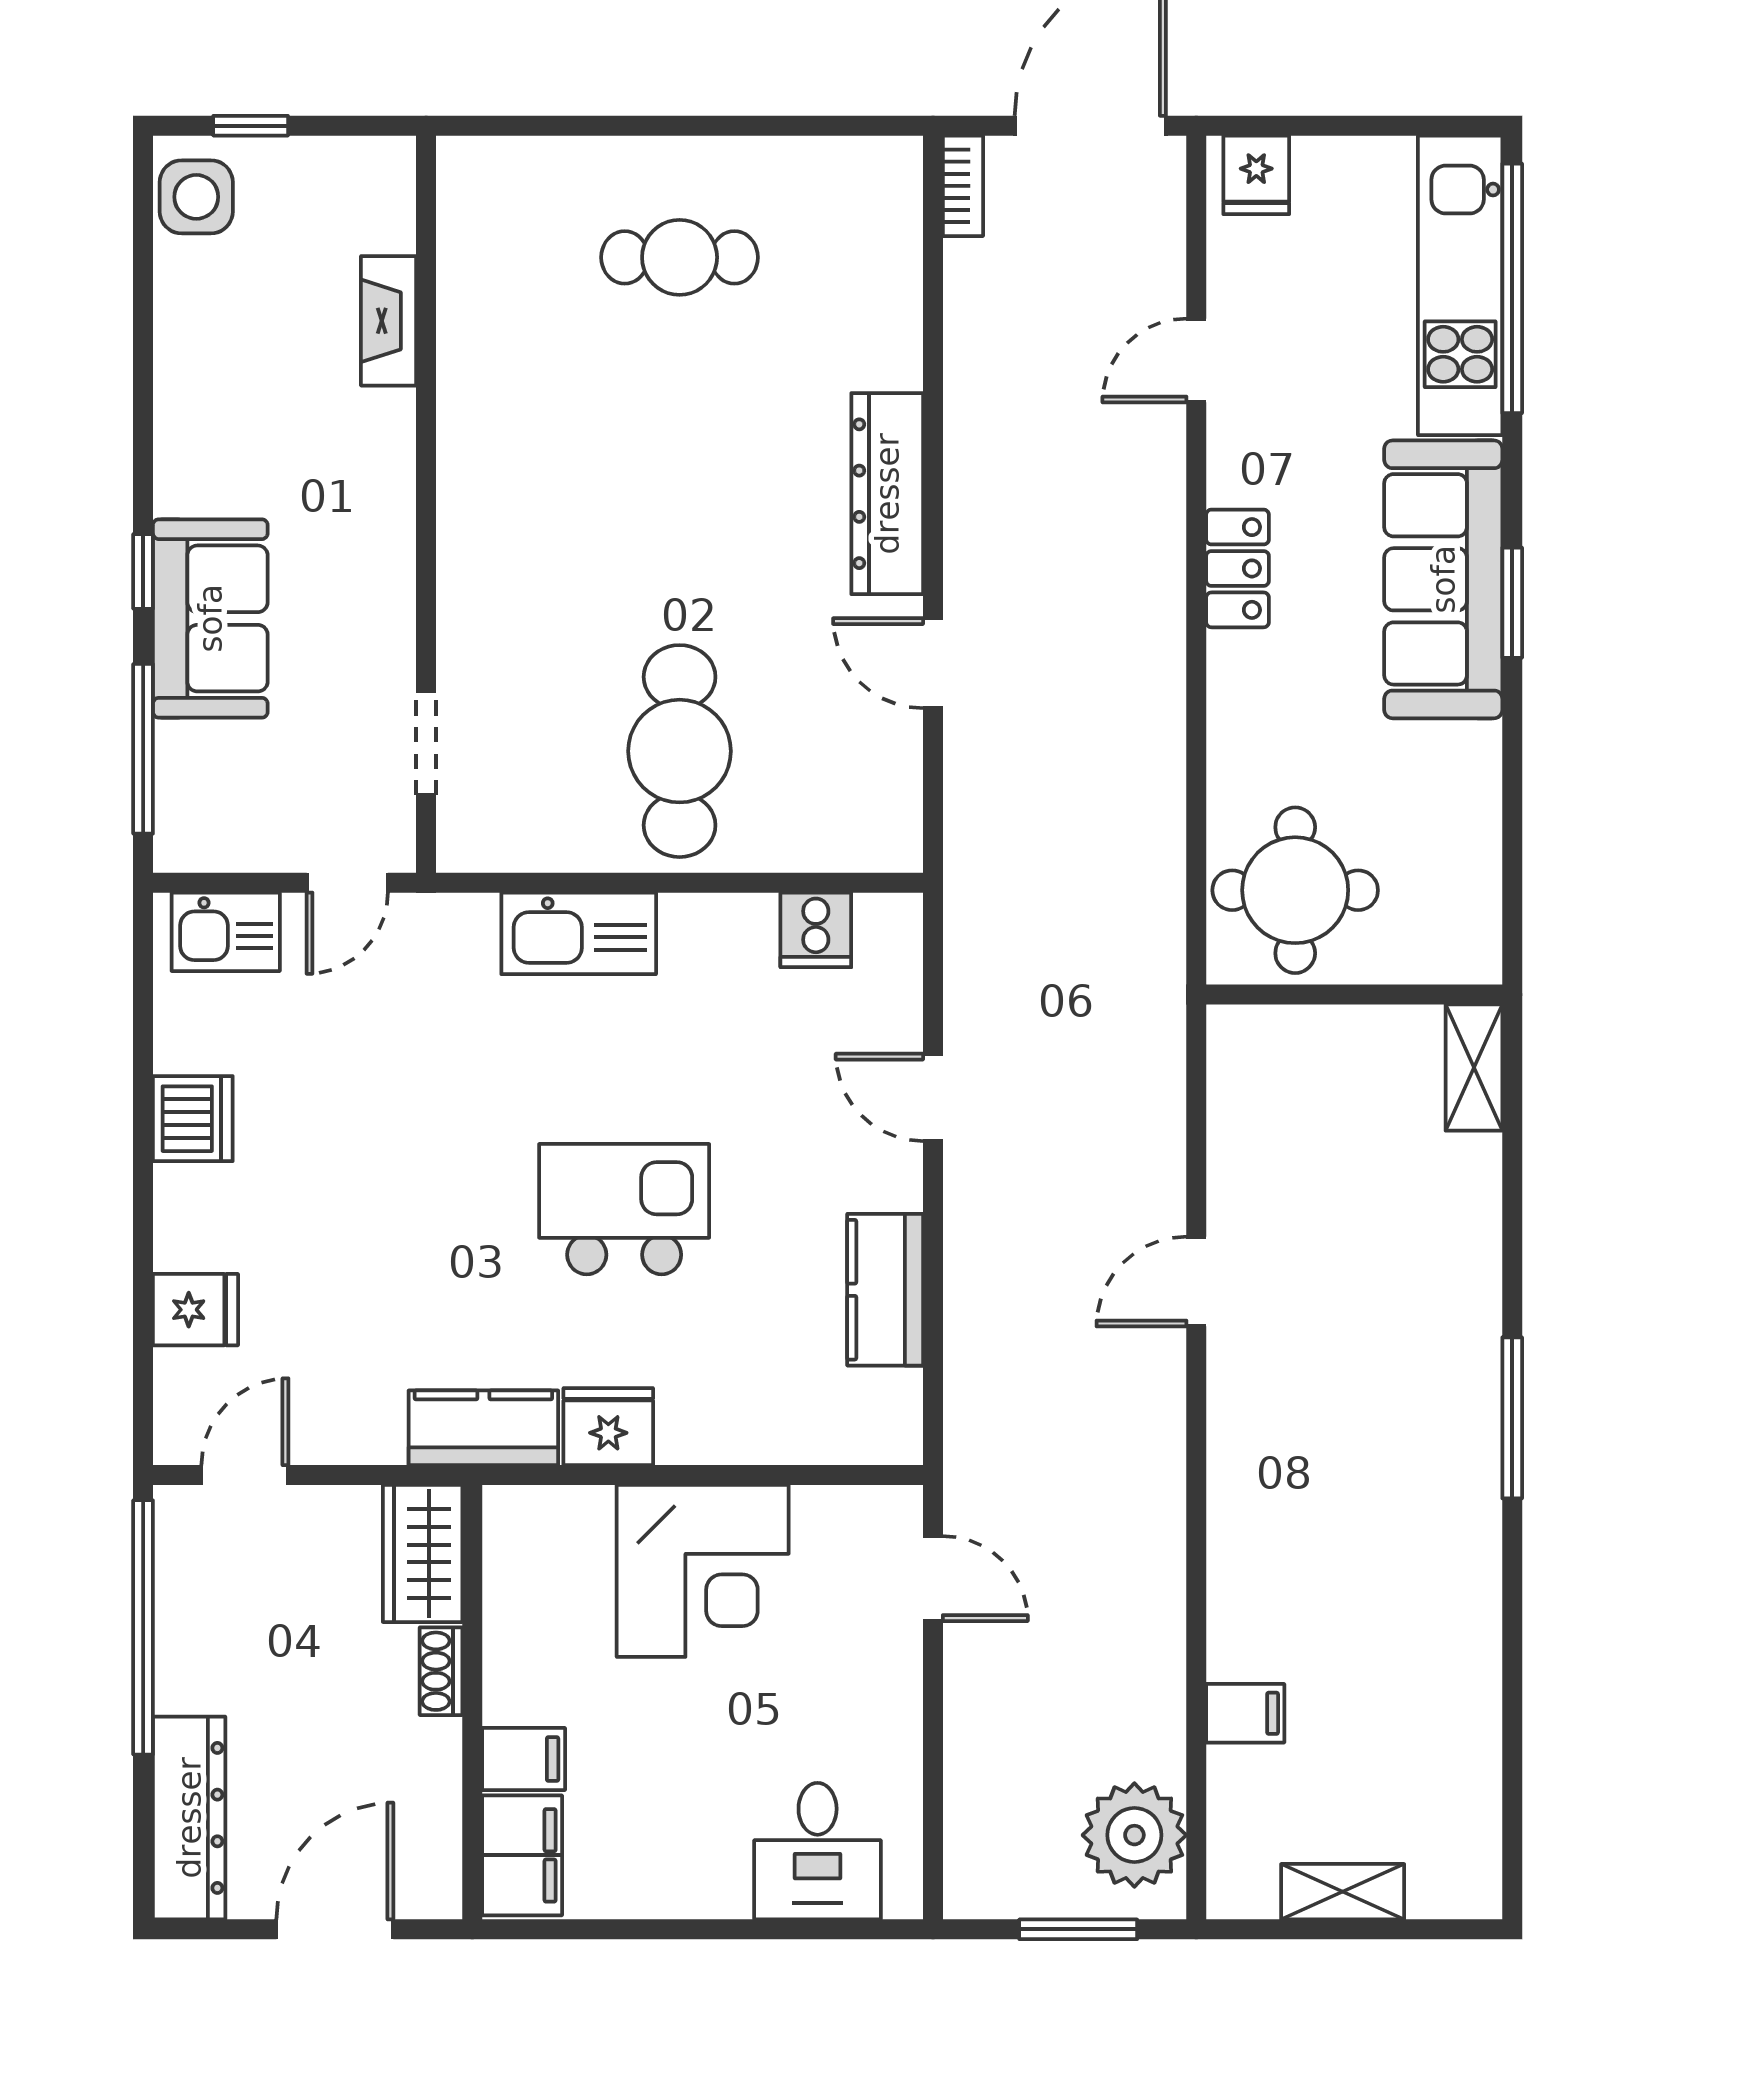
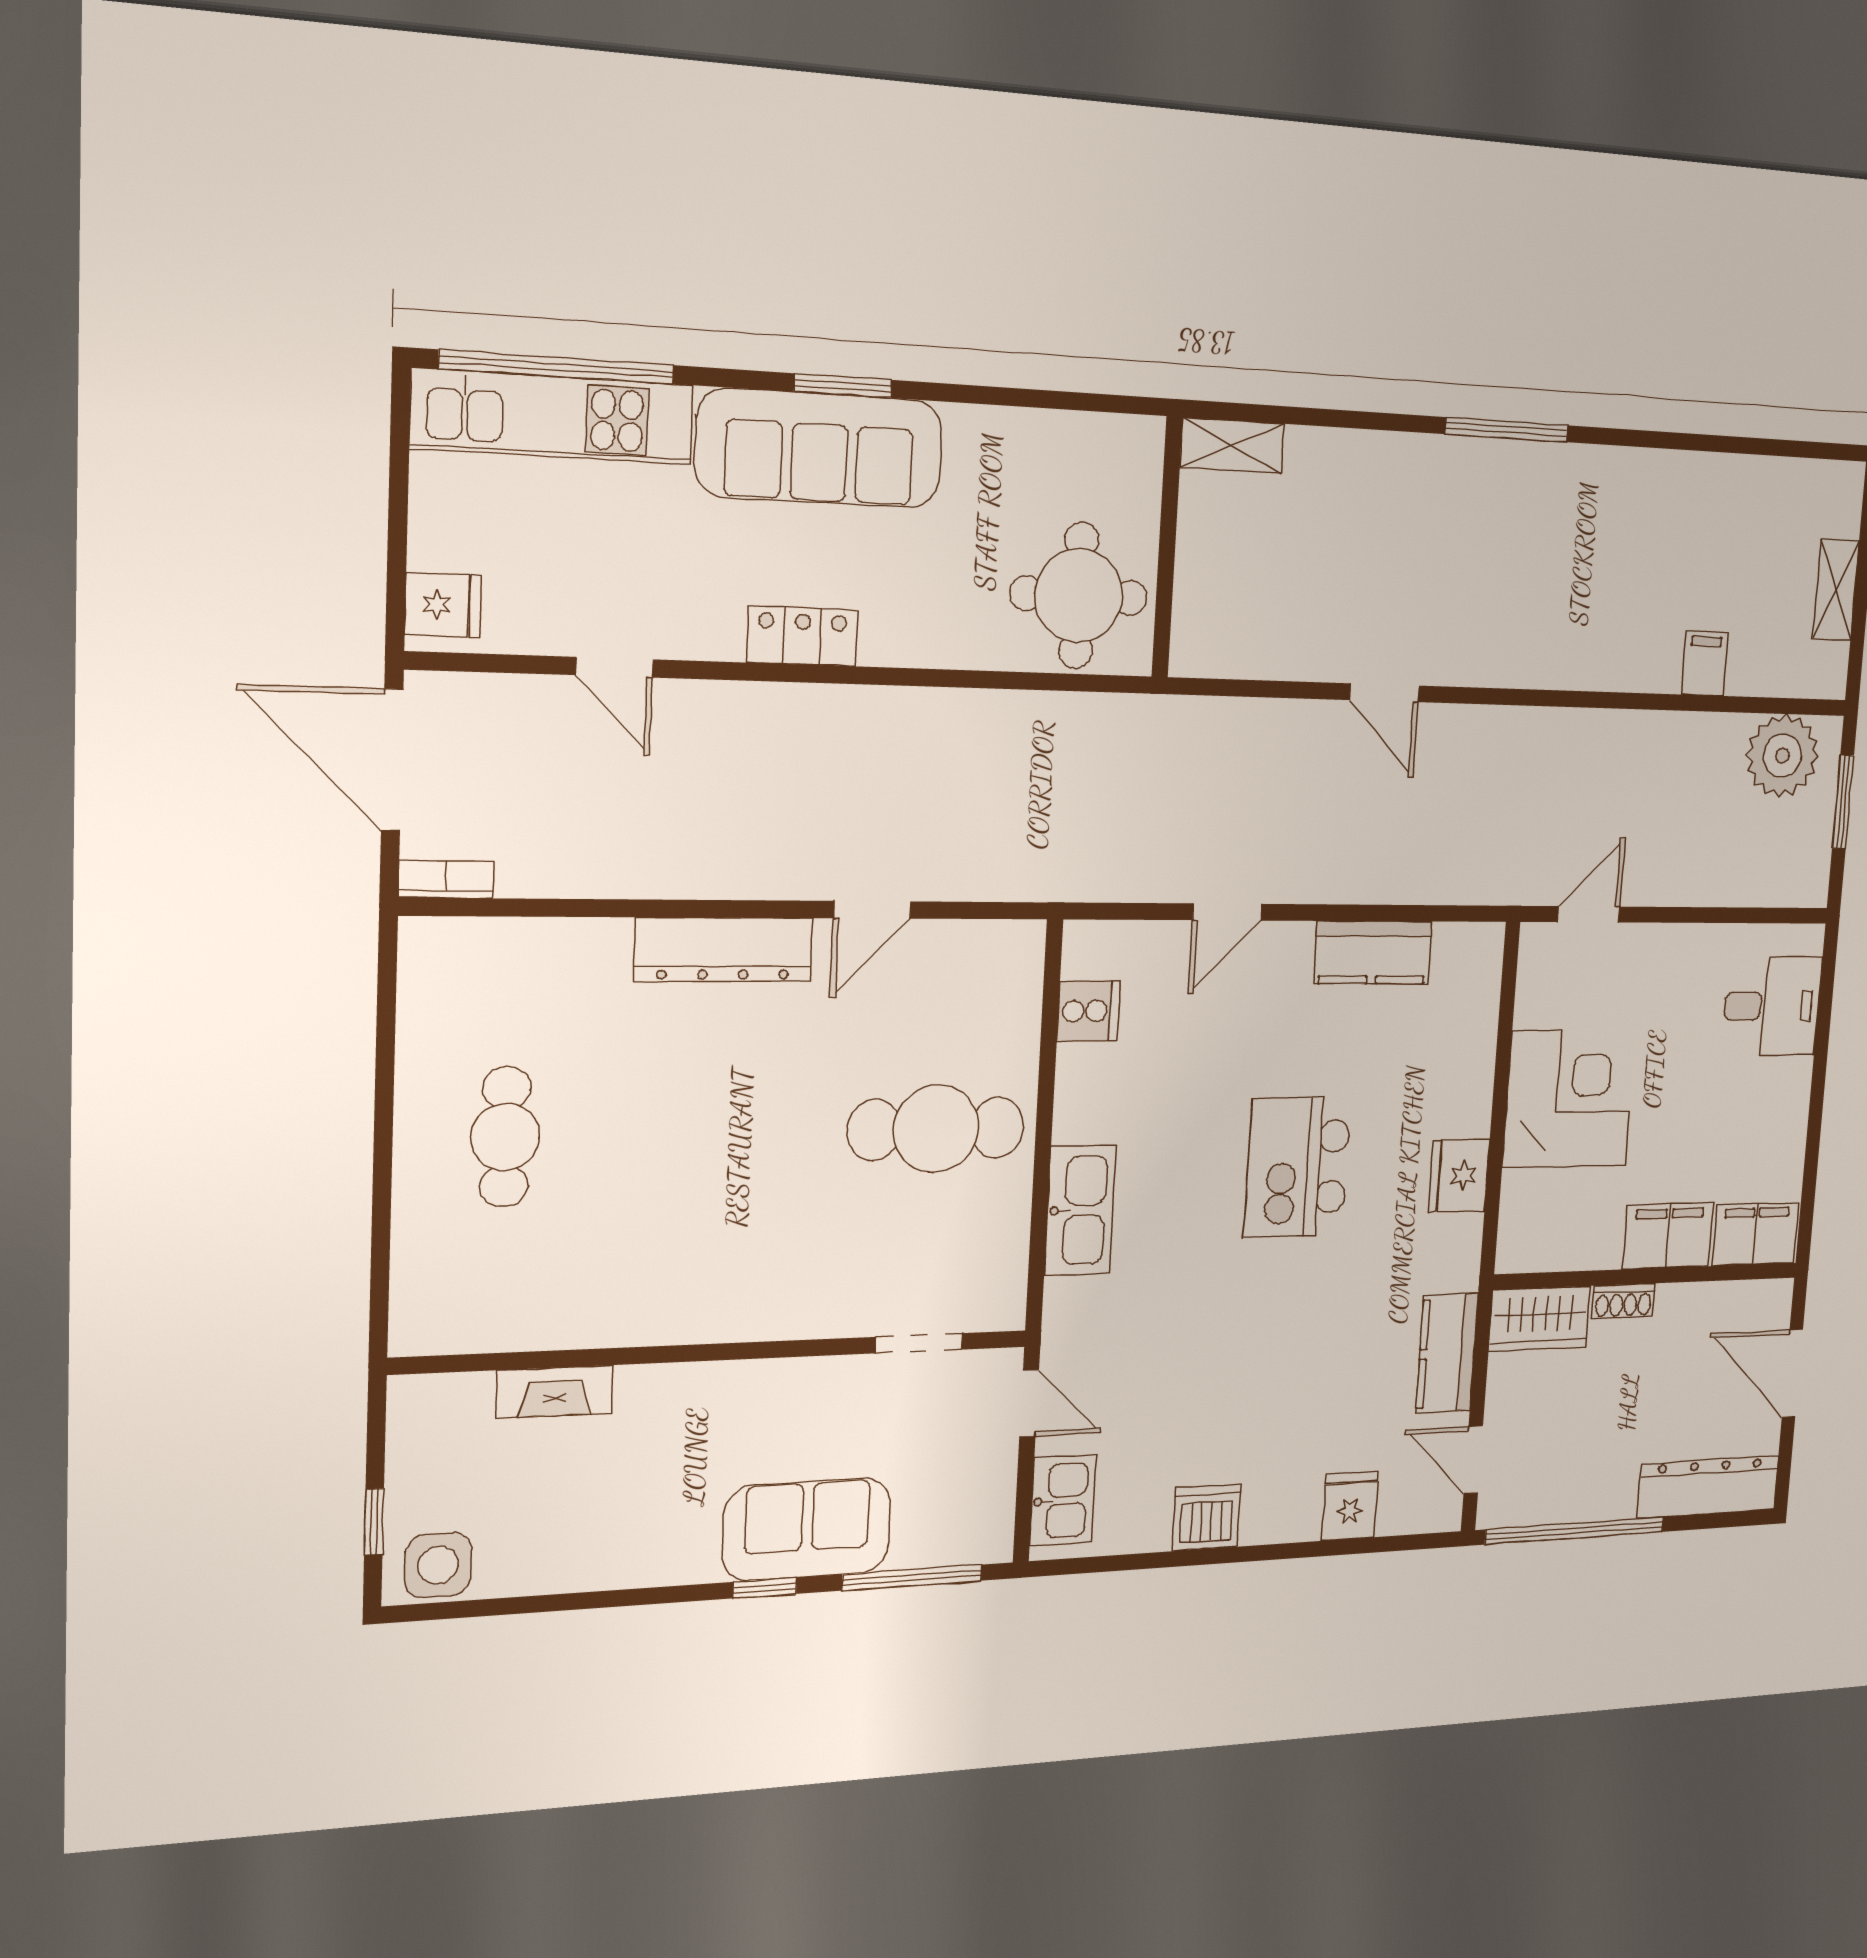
kitchen counter: (483, 1428) -> (1447, 1353), moved
filing cabinet: (524, 1759) -> (1668, 1236), width x2.00

